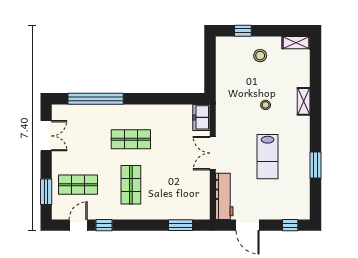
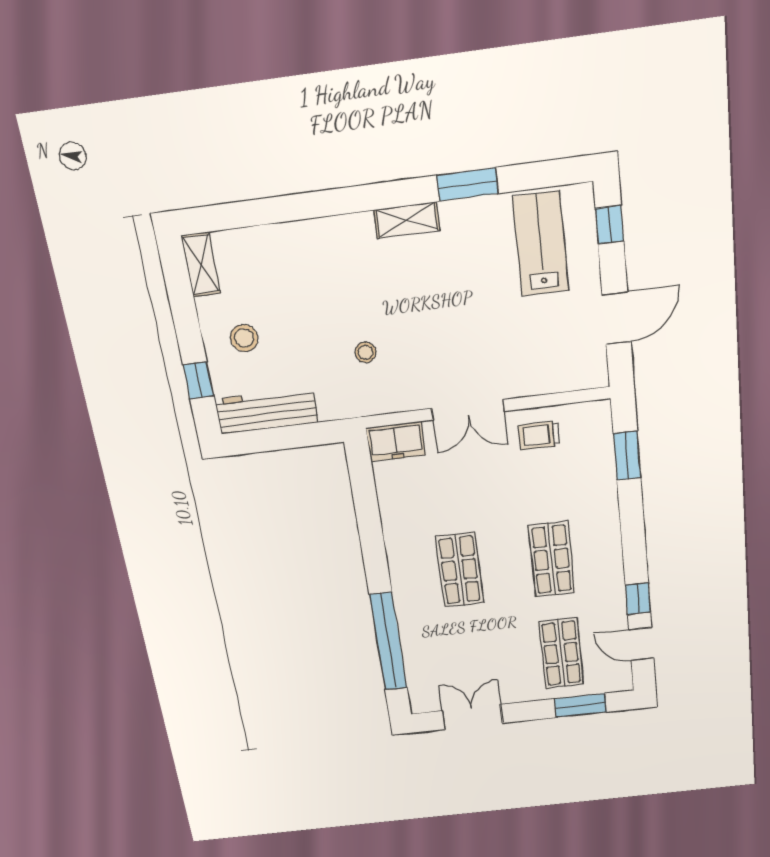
shelving: (304, 101) -> (407, 220), moved
stool: (266, 105) -> (366, 352), moved
lab bench: (268, 157) -> (541, 244), moved, turned -90
shop shelf: (131, 185) -> (552, 559), turned 90
trolley: (196, 185) -> (539, 435), added
workbench: (224, 196) -> (267, 411), moved

